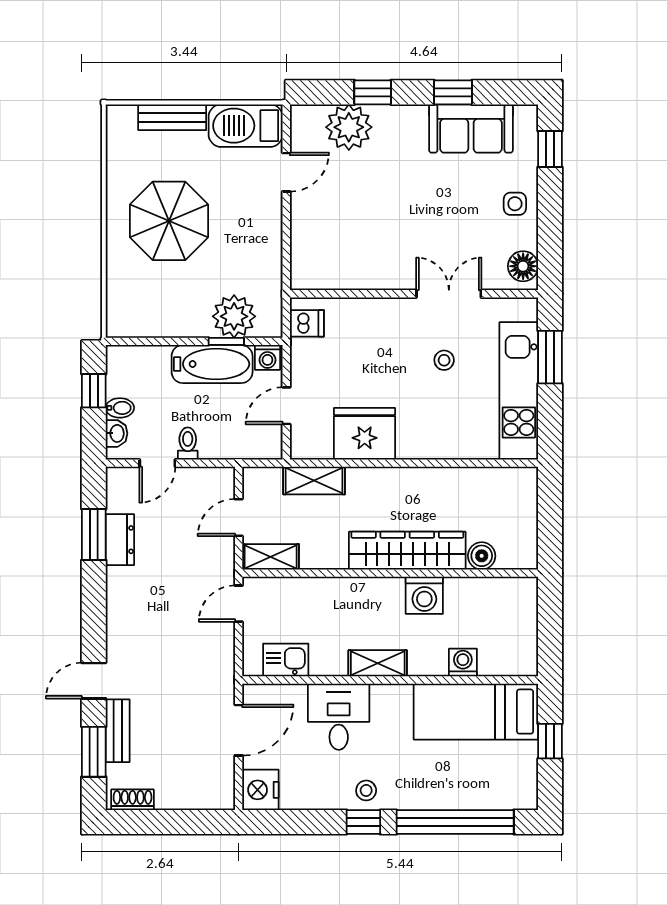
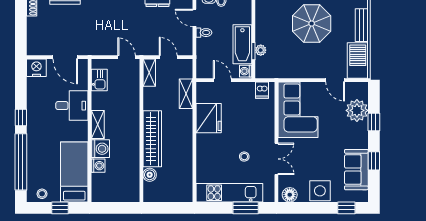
side table: (515, 204) -> (320, 191), width x1.87, depth x1.87
corner sofa: (347, 249) -> (298, 110), added
plant: (234, 316) -> (261, 50), width x0.53, depth x0.53
washing machine: (424, 595) -> (100, 149), moved, turned 180
stool: (366, 790) -> (42, 194), moved

